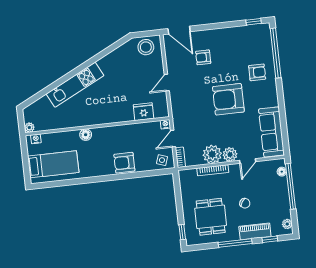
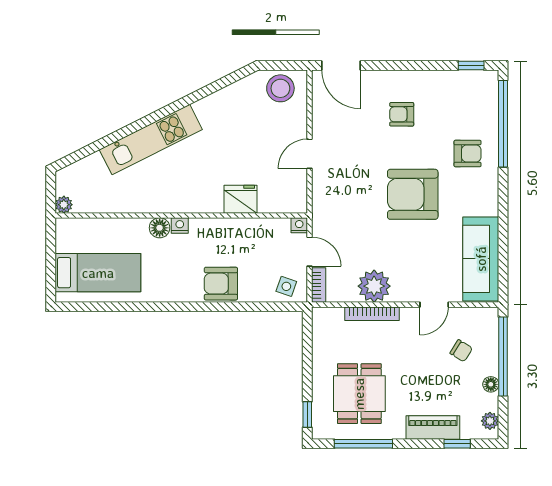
armchair: (203, 57) -> (402, 114), moved
fridge: (144, 112) -> (241, 199), moved
nightstand: (36, 139) -> (180, 225), moved
door: (173, 139) -> (310, 252), swing flipped
plant: (230, 155) -> (405, 290), removed
floor lamp: (282, 172) -> (491, 384), moved
chair: (245, 203) -> (461, 351), moved
window: (235, 243) -> (363, 444), moved

